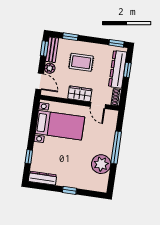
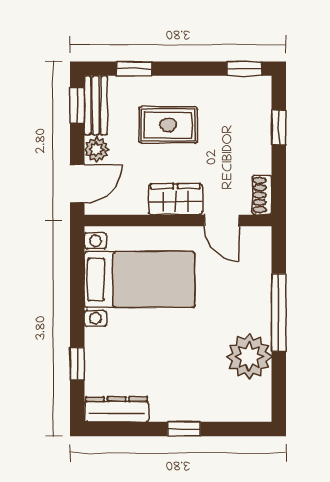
dresser: (118, 69) -> (256, 129), removed
door: (40, 81) -> (77, 184), hinge flipped

